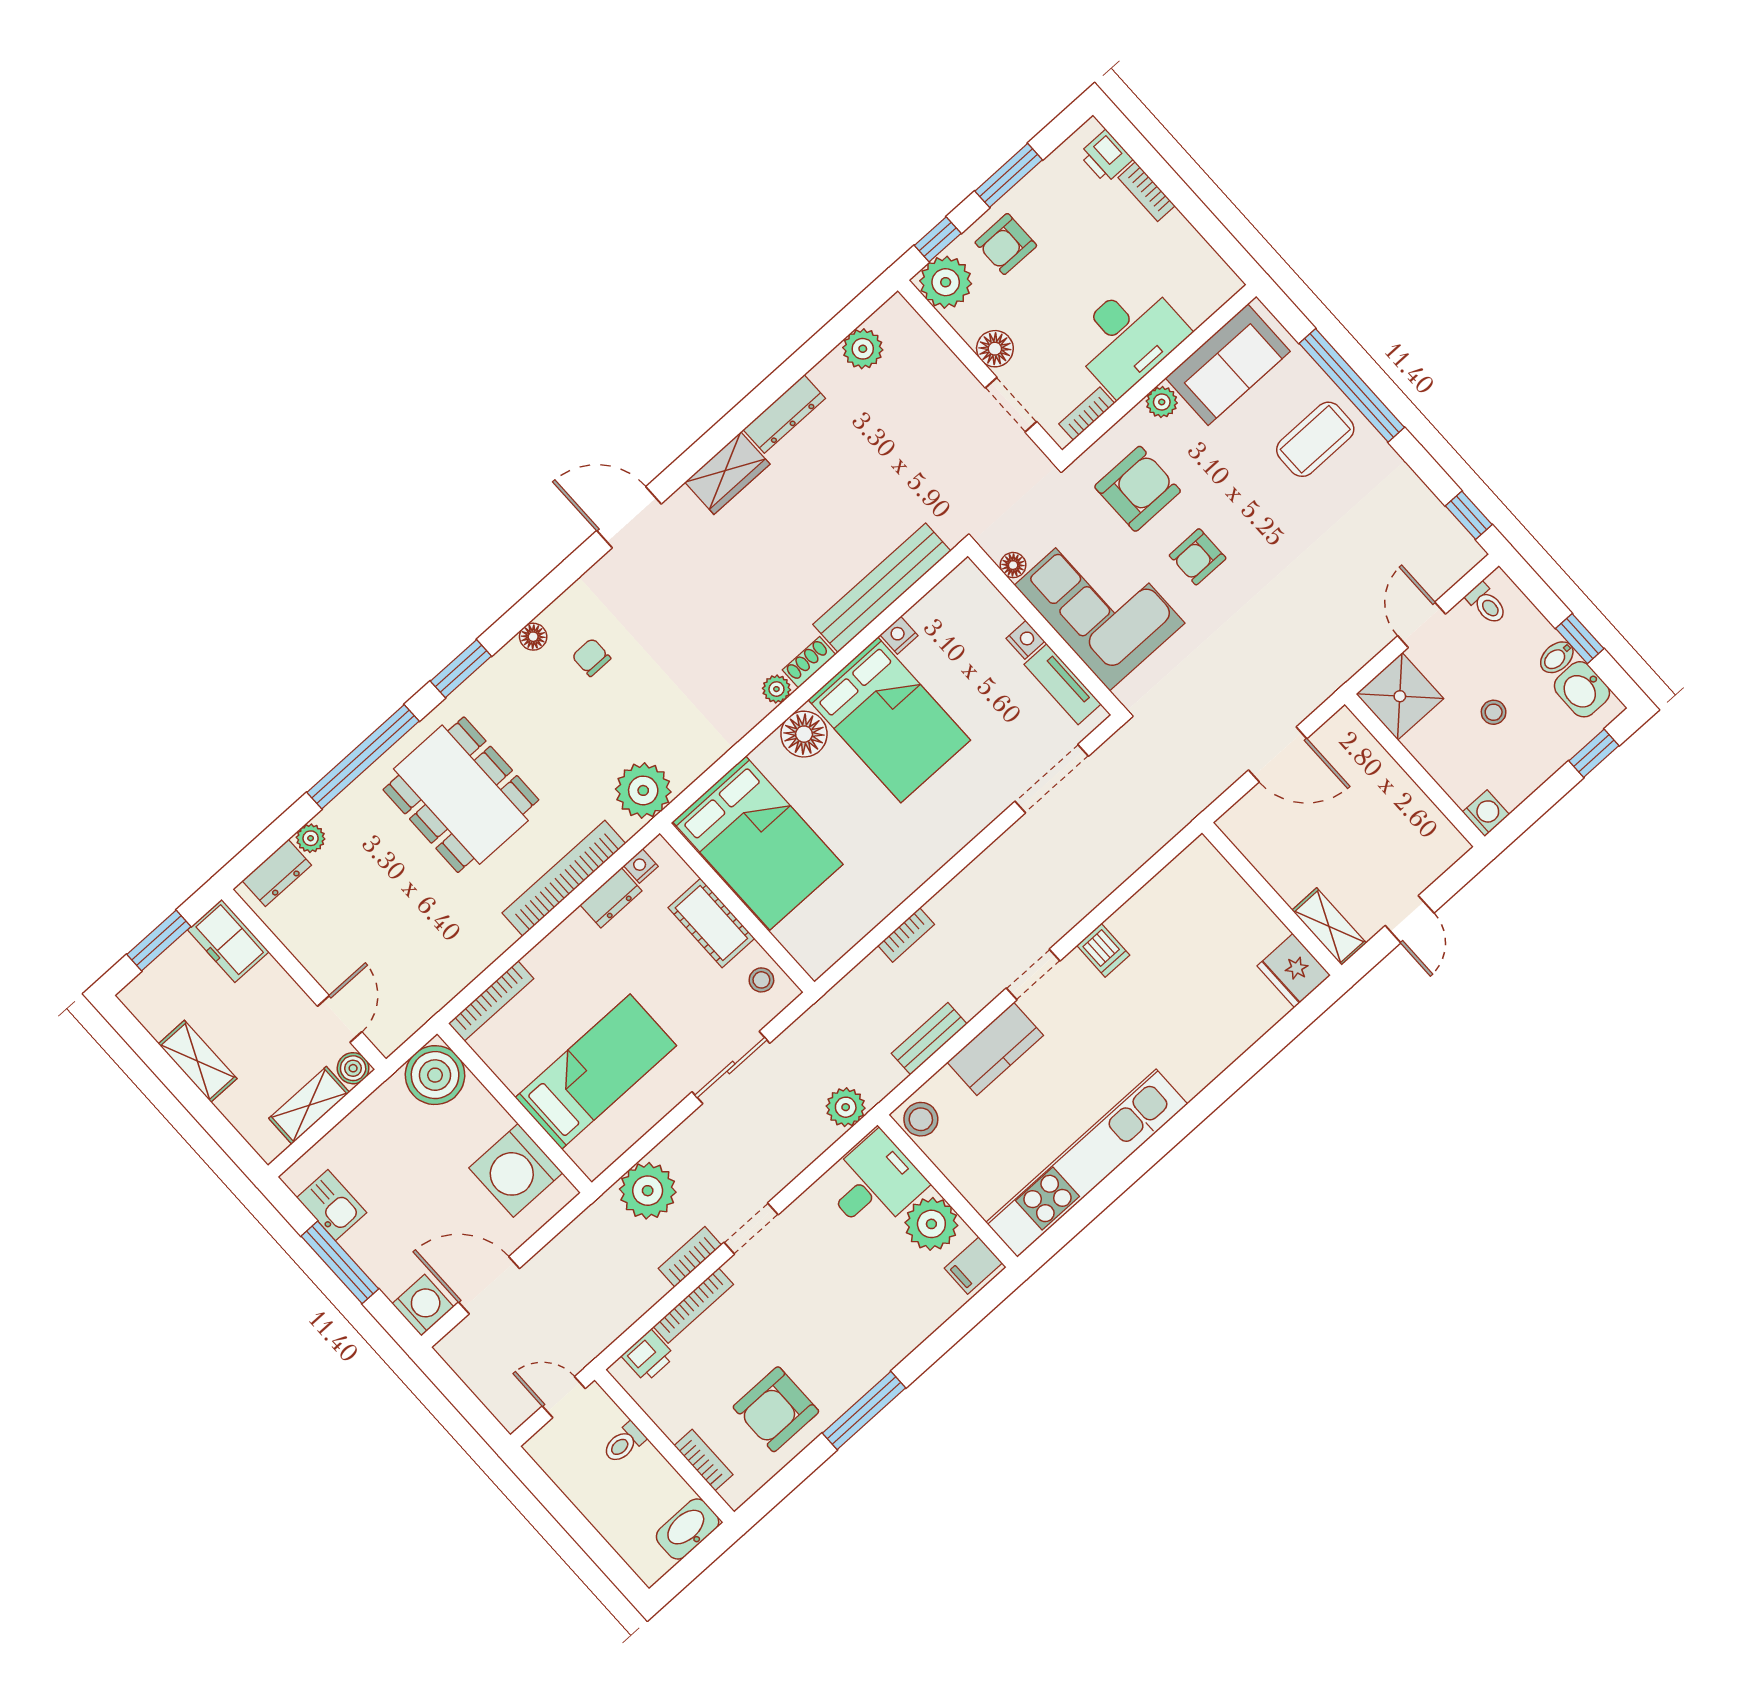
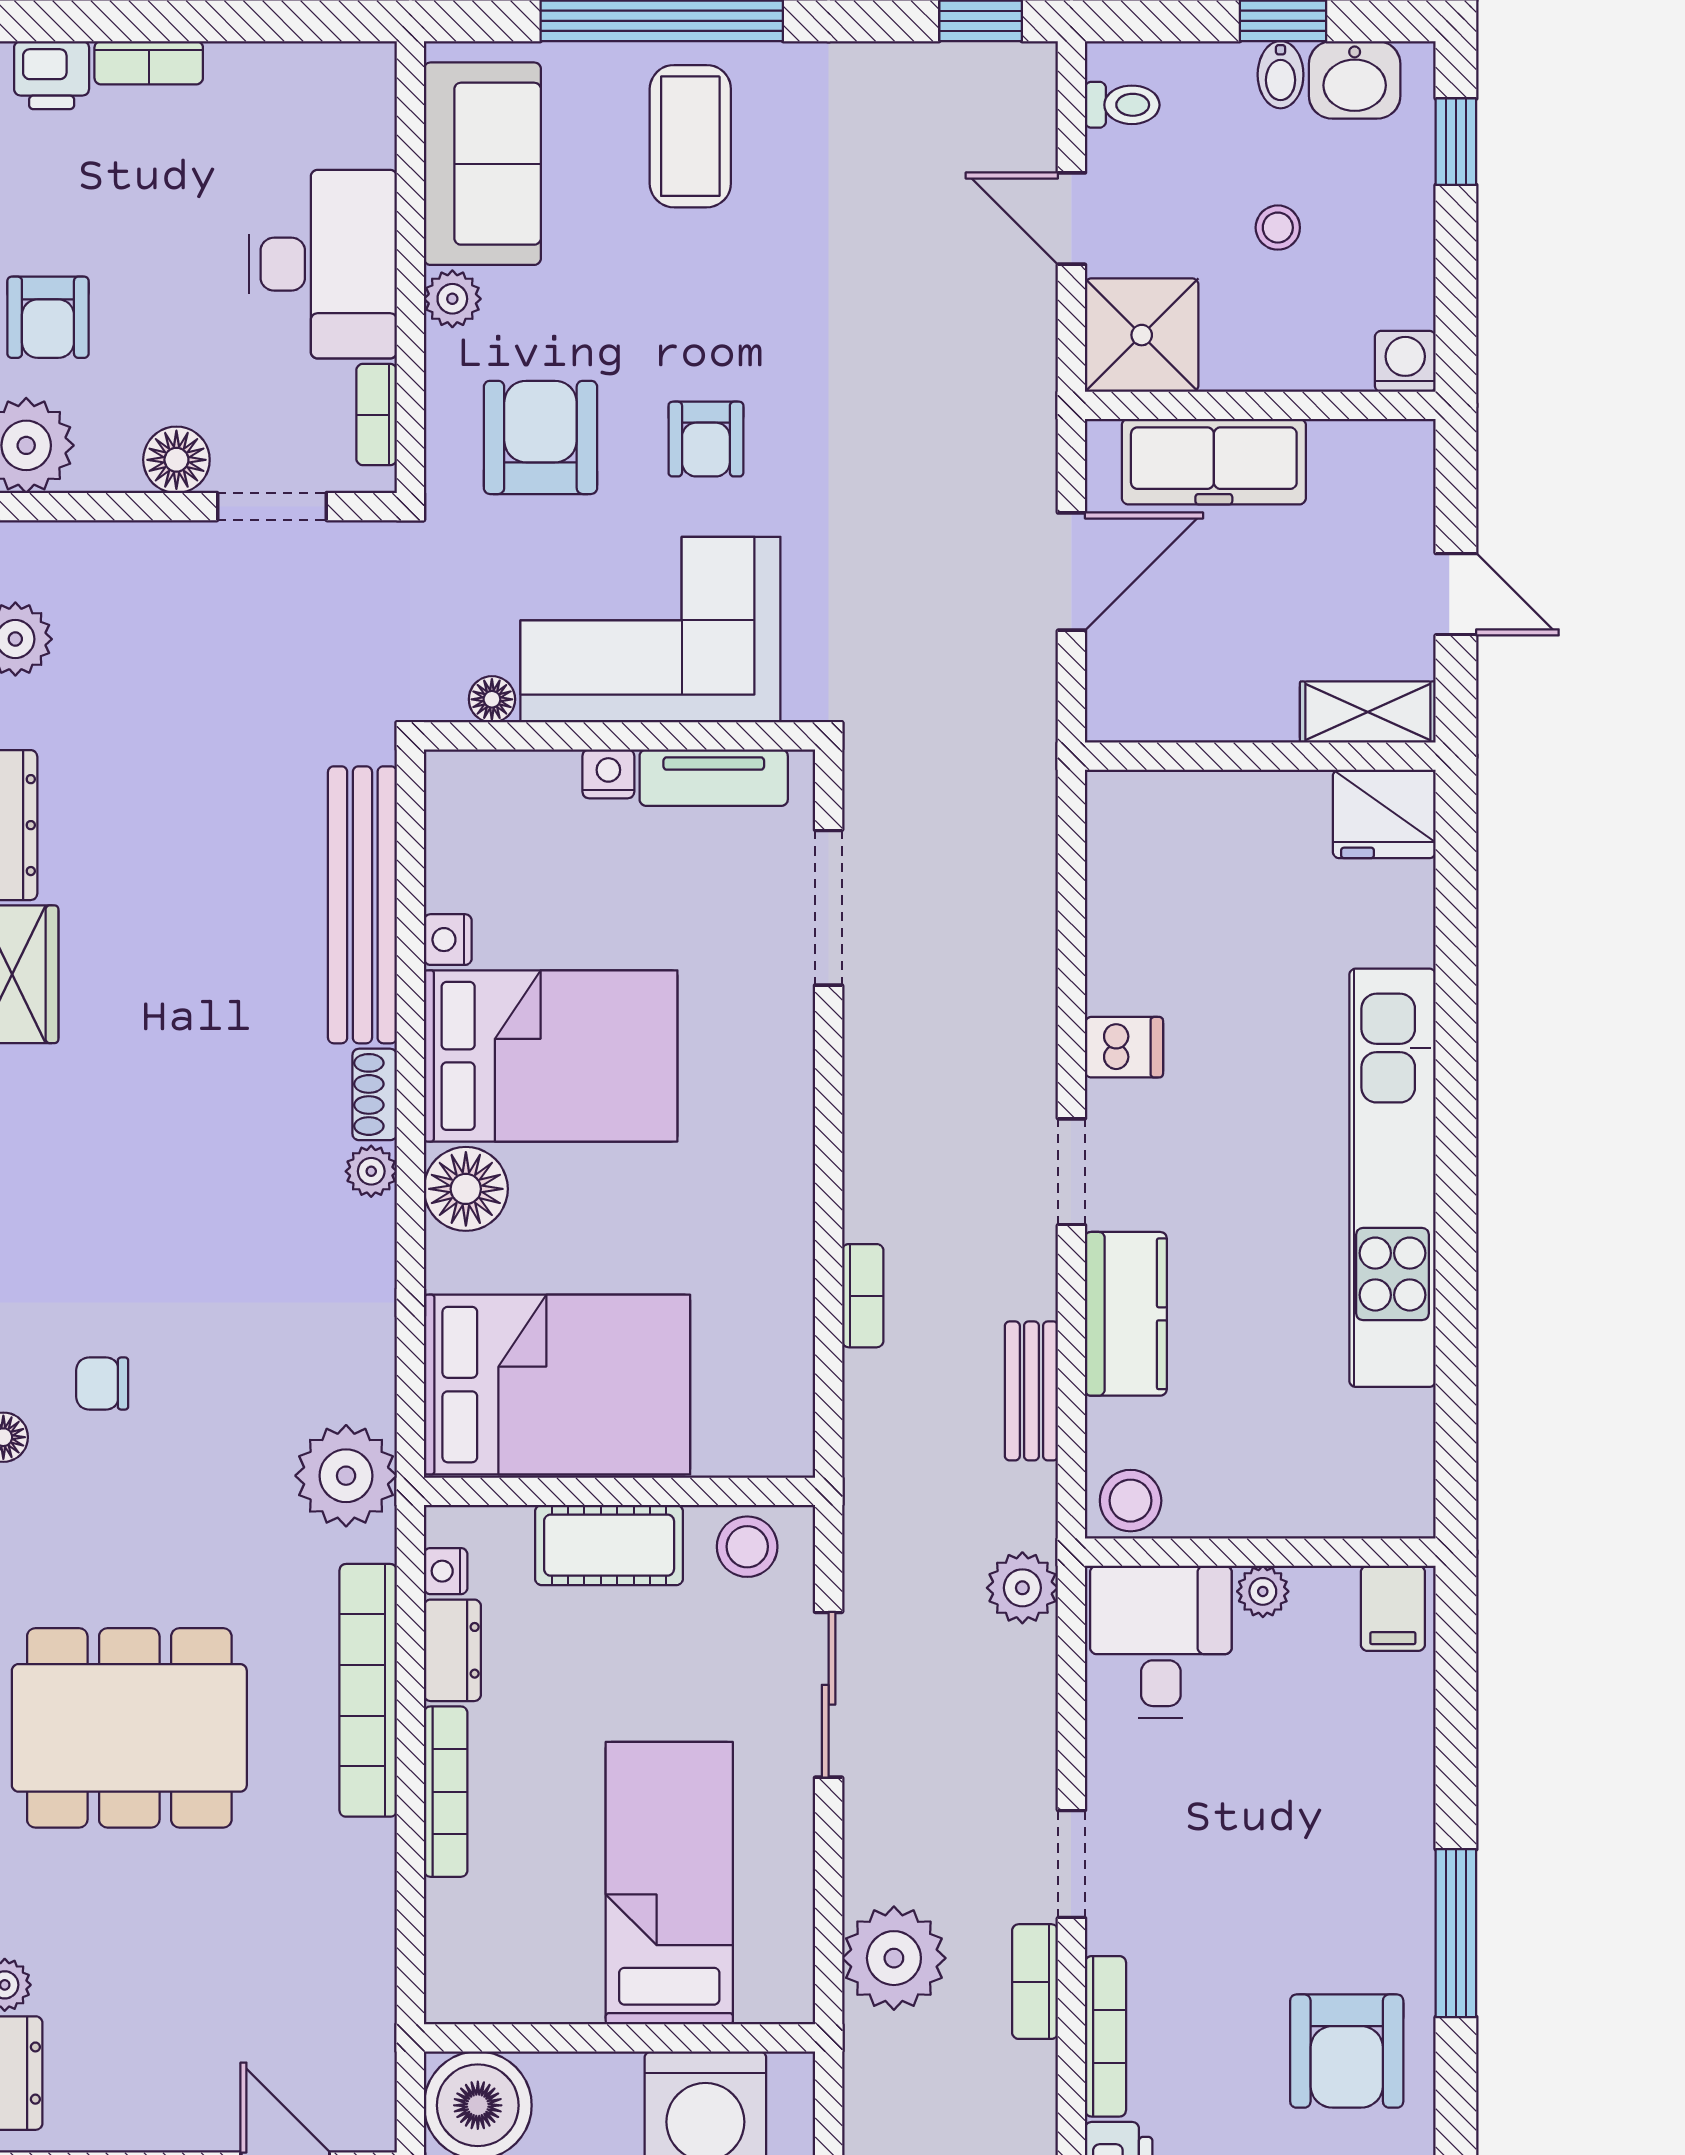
freezer: (1375, 772) -> (1214, 462), added
stool: (761, 980) -> (747, 1547), width x1.37, depth x1.37
bookcase: (491, 1001) -> (446, 1792), moved
kitchen unit: (1087, 1163) -> (1392, 1178), moved
plant: (931, 1224) -> (1263, 1591), width x0.53, depth x0.53

